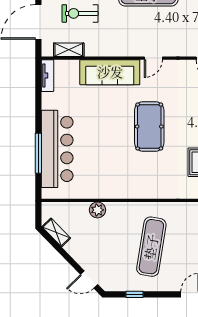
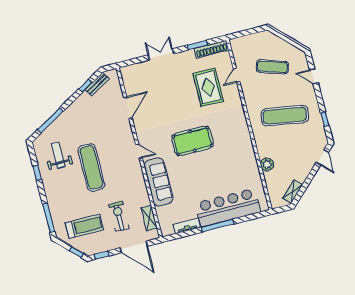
exercise bike: (80, 13) -> (119, 217), turned 180
tv unit: (47, 76) -> (187, 226), moved
window: (38, 153) -> (218, 226), moved

